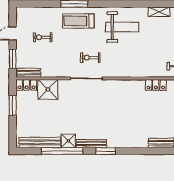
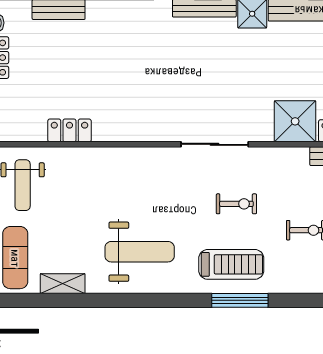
weight bench: (122, 27) -> (140, 252), turned 180
exercise bike: (90, 58) -> (236, 204), moved

